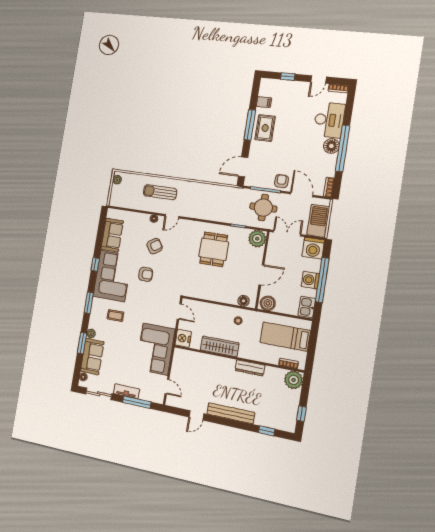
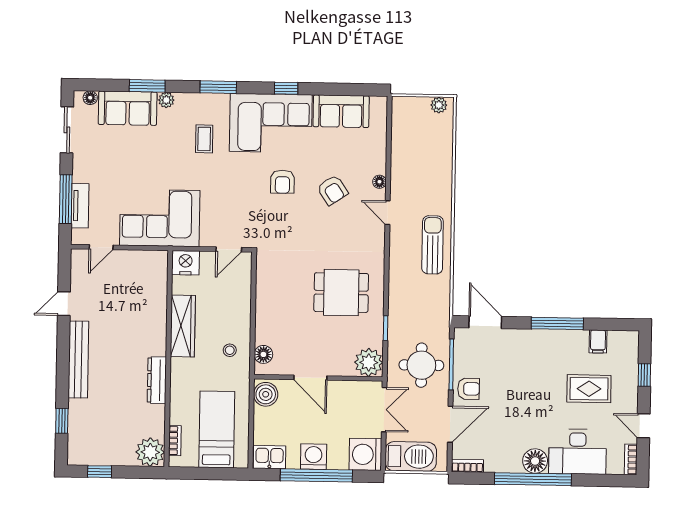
rug: (265, 128) -> (589, 389), moved
sun lounger: (160, 192) -> (433, 245), moved
tv unit: (126, 391) -> (80, 206), moved
door: (196, 415) -> (64, 304), hinge flipped

